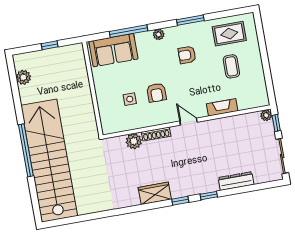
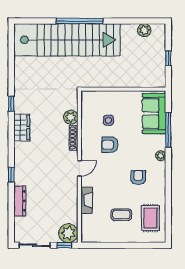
window: (190, 20) -> (168, 186), removed
plant: (266, 115) -> (68, 233), width x1.87, depth x1.87
window: (180, 201) -> (11, 104), moved

